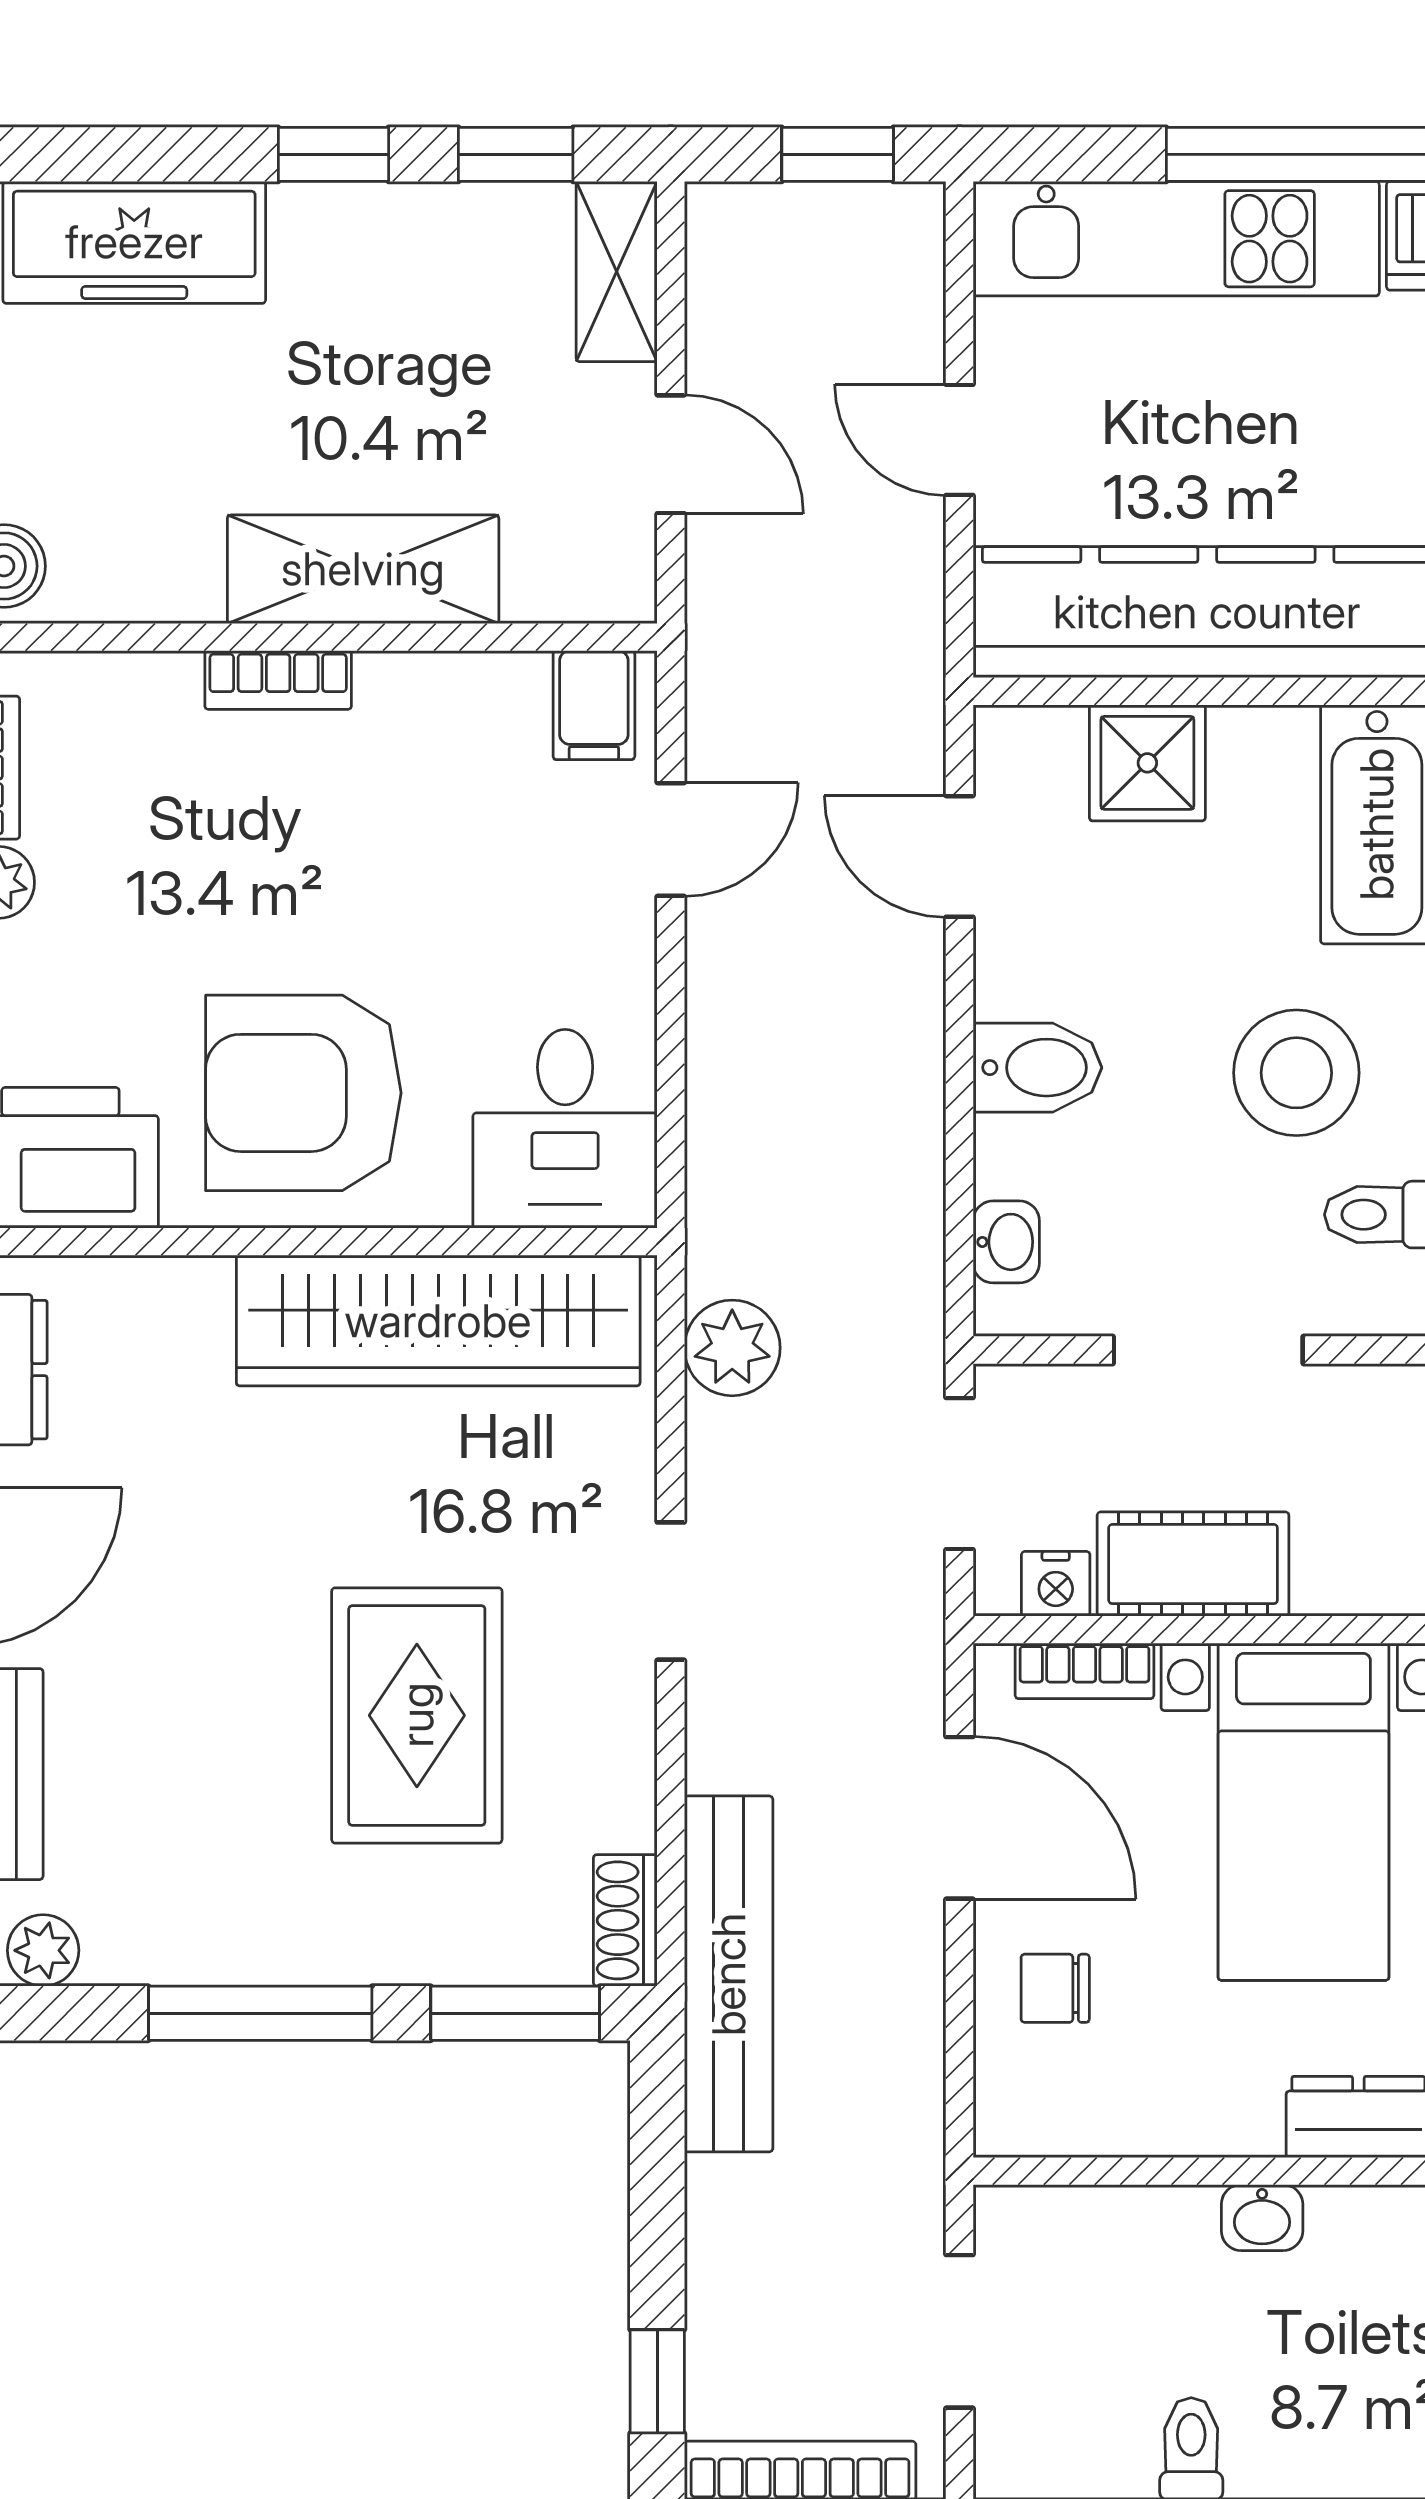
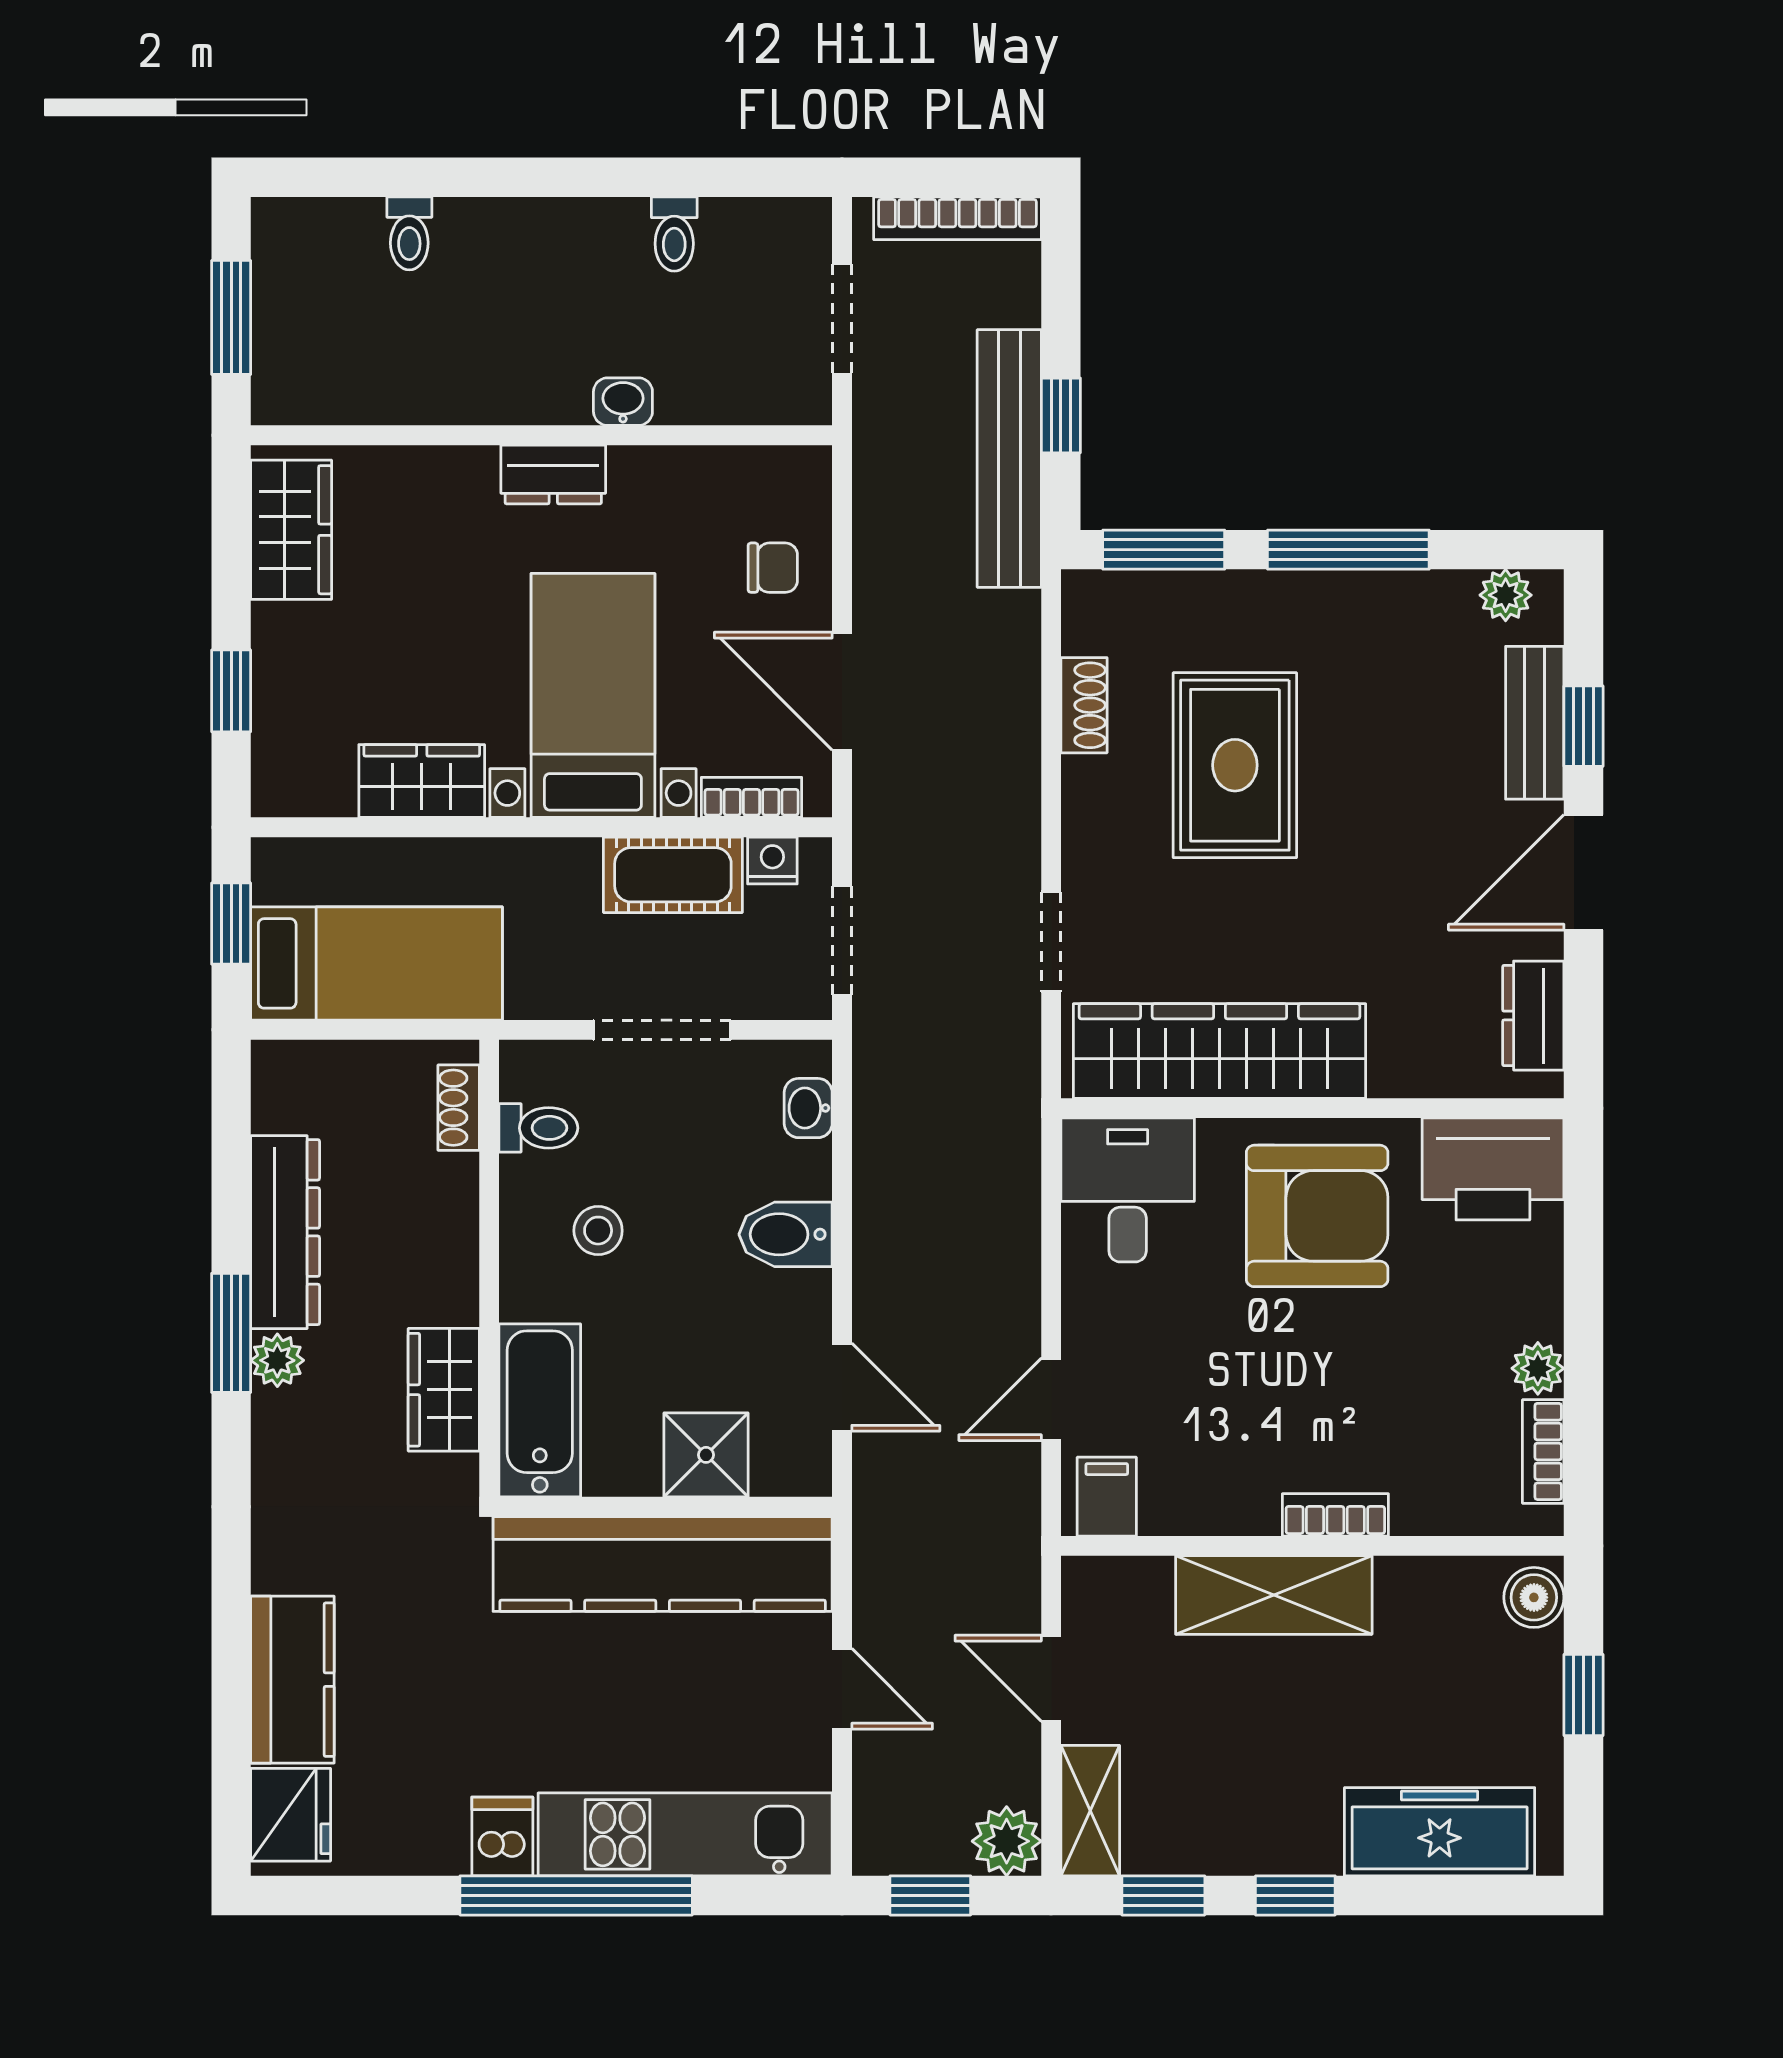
stool: (1296, 1073) -> (598, 1231), width x0.53, depth x0.53
plant: (732, 1348) -> (1007, 1841), moved
doorway: (671, 1591) -> (1051, 942), moved
shoe rack: (625, 1920) -> (1084, 705), moved
bench: (729, 1974) -> (1009, 459), moved
window: (657, 2381) -> (1061, 415), moved

